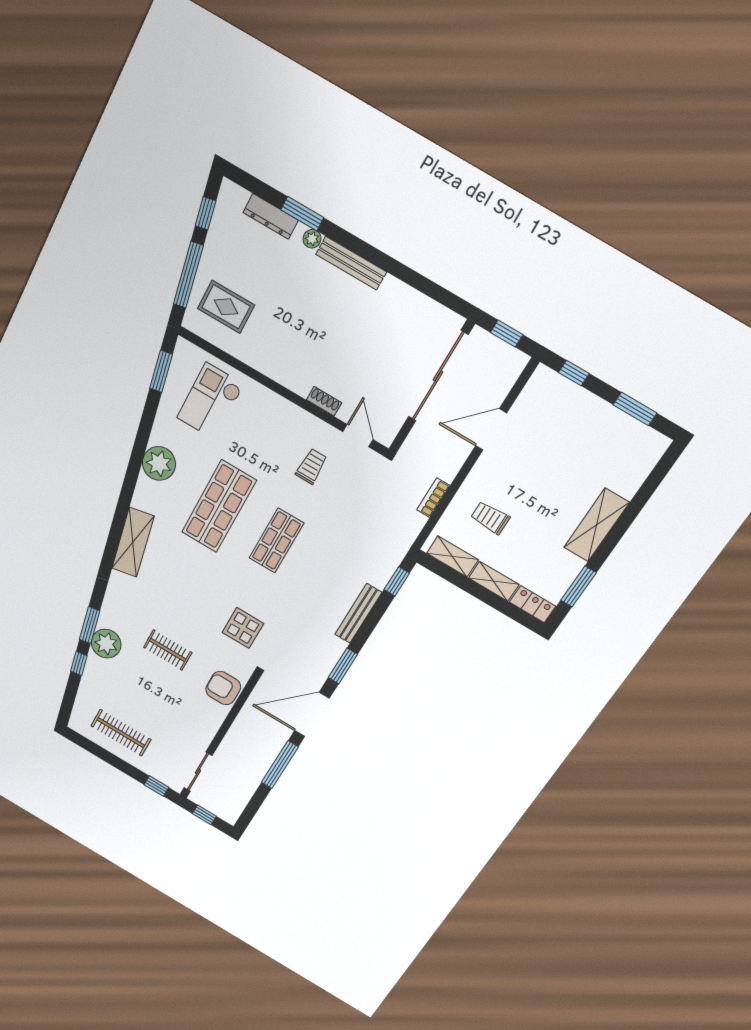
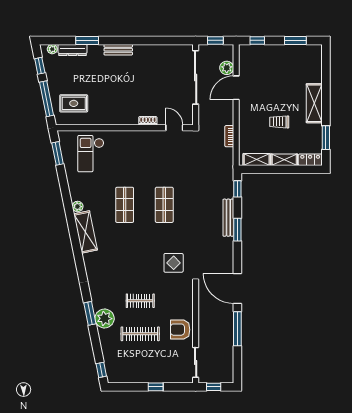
plant: (312, 239) -> (52, 49), moved
bench: (351, 263) -> (118, 50), width x0.73
plant: (497, 389) -> (227, 68), added
plant: (159, 463) -> (78, 206), width x0.53, depth x0.53
trolley: (311, 466) -> (160, 156), removed
shop shelf: (219, 506) -> (125, 205), width x0.70, depth x0.74
trolley: (490, 518) -> (279, 122), moved
shelving: (133, 542) -> (86, 232), moved
window: (79, 663) -> (101, 370), moved
window: (343, 666) -> (237, 230), moved
armchair: (223, 688) -> (180, 330), moved
door: (312, 715) -> (237, 288), hinge flipped
clothes rail: (121, 733) -> (140, 334), moved
window: (156, 786) -> (156, 387), moved

